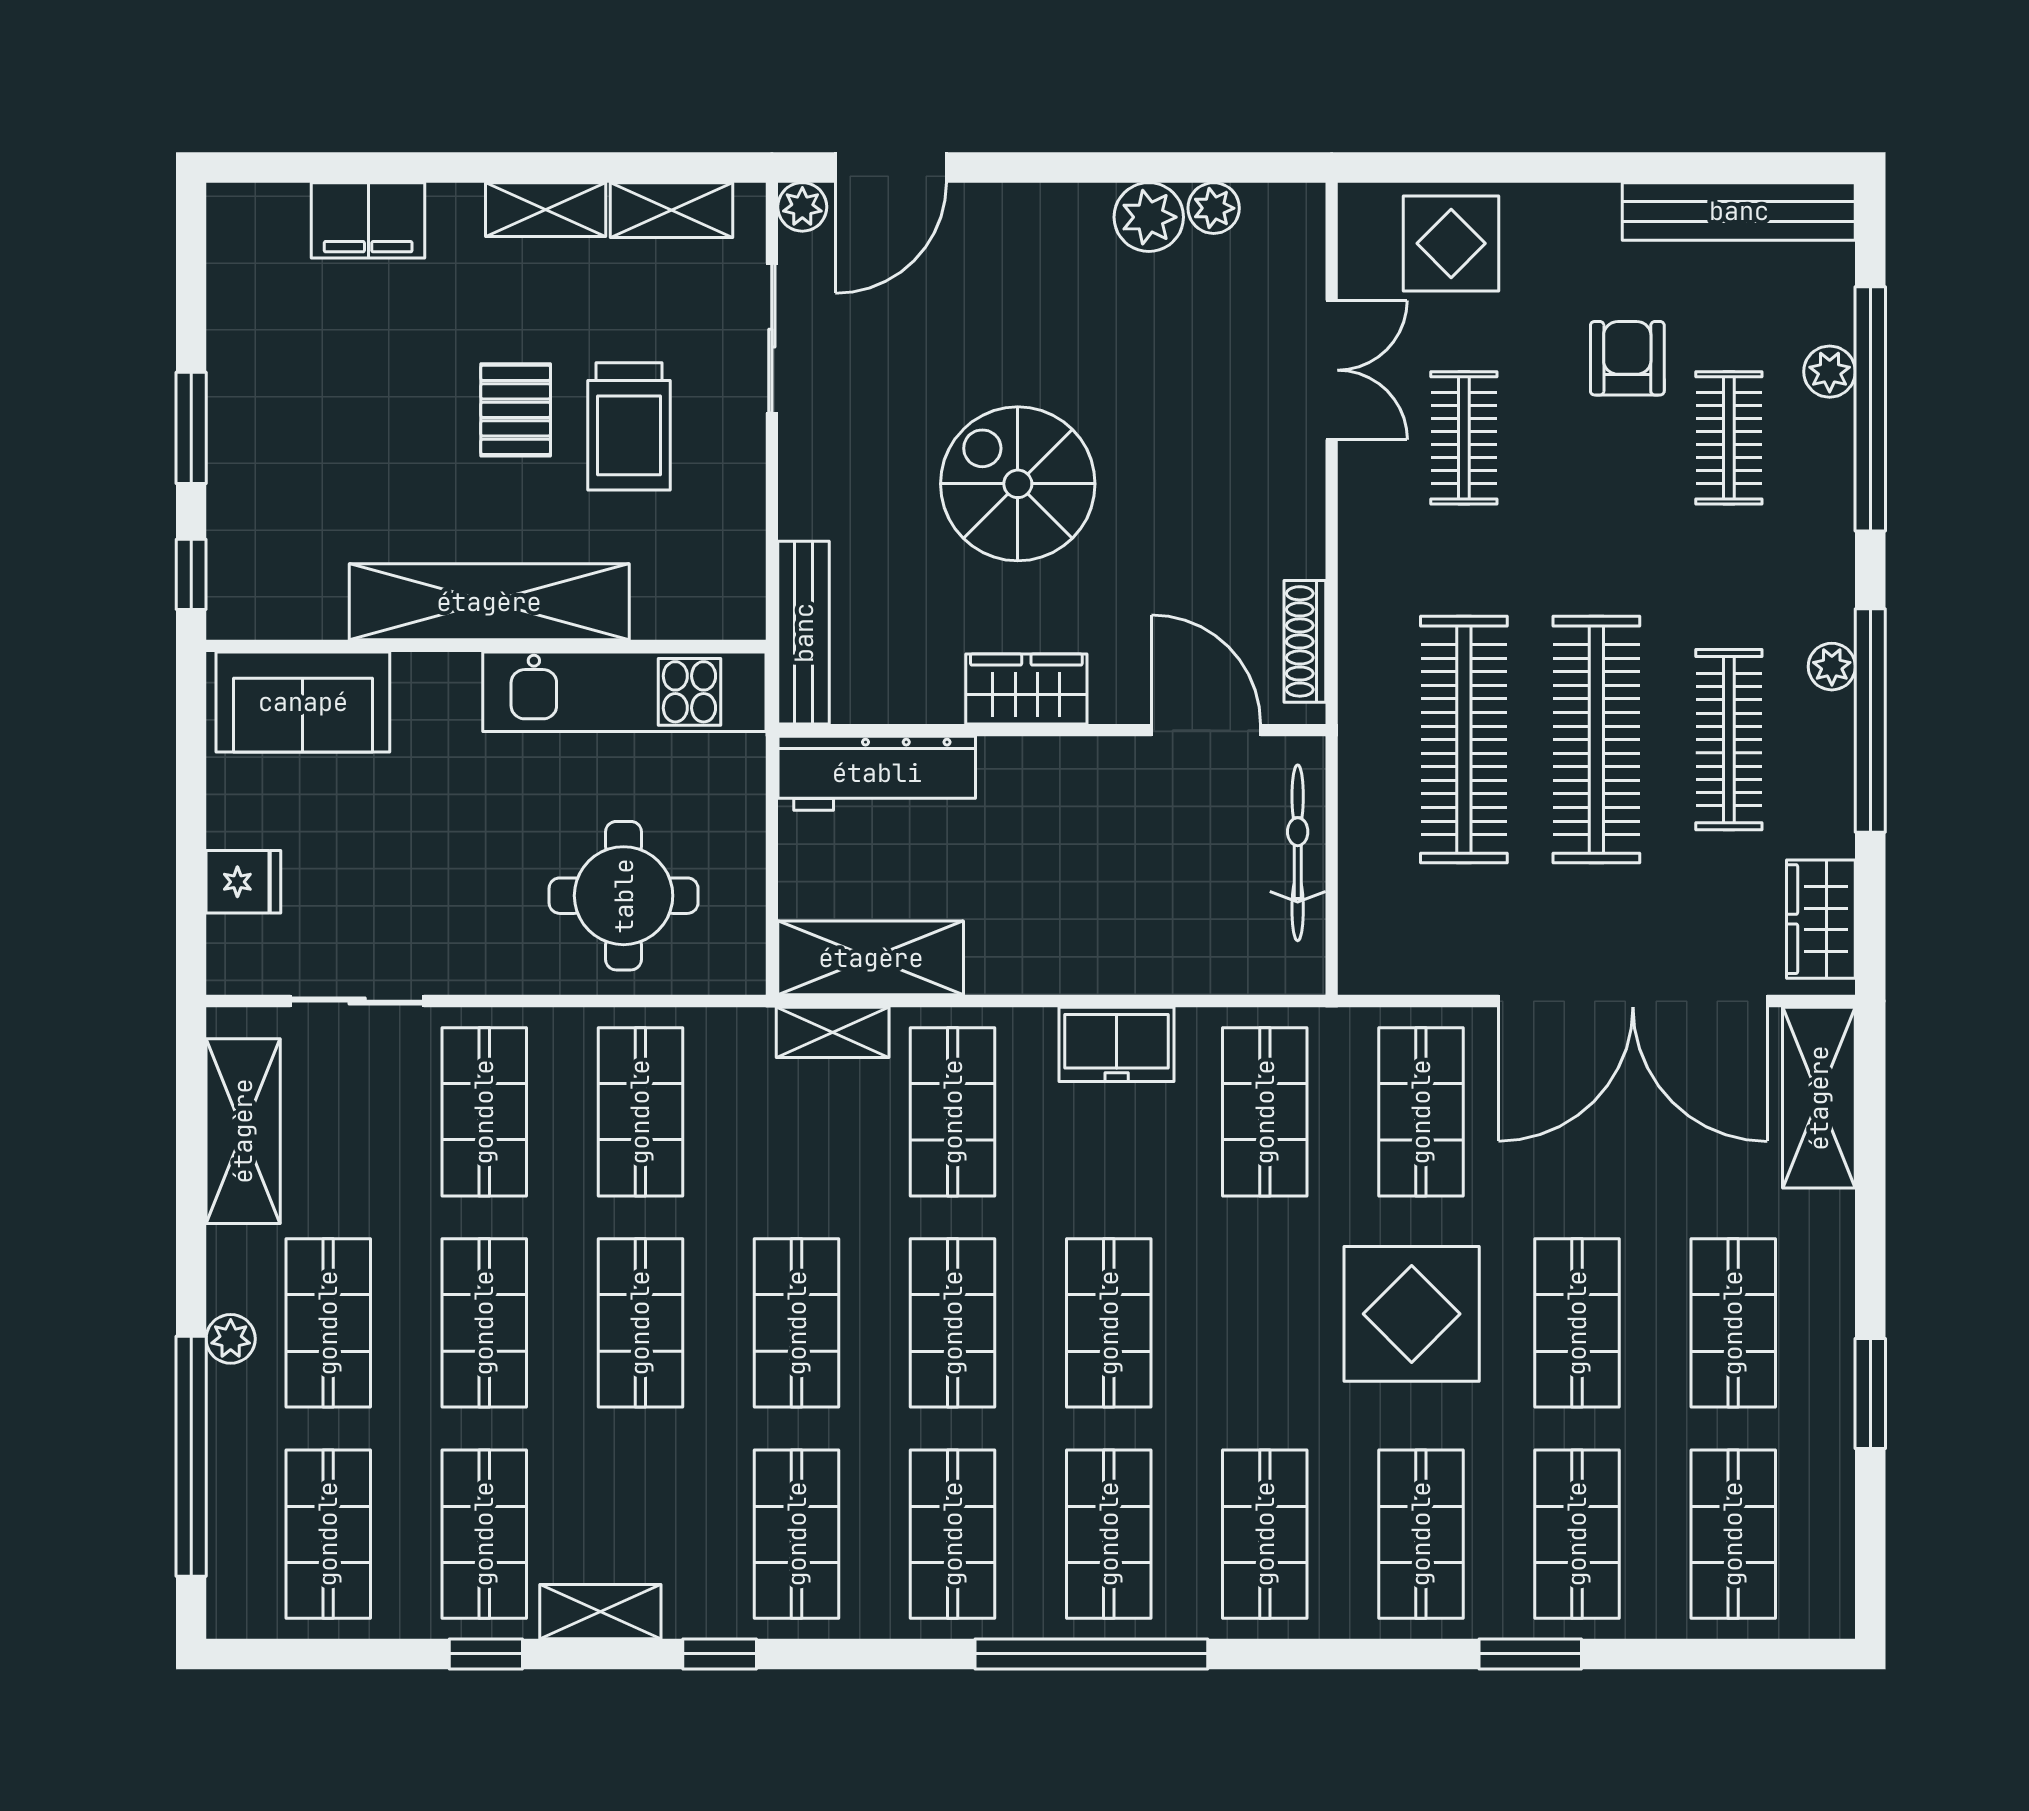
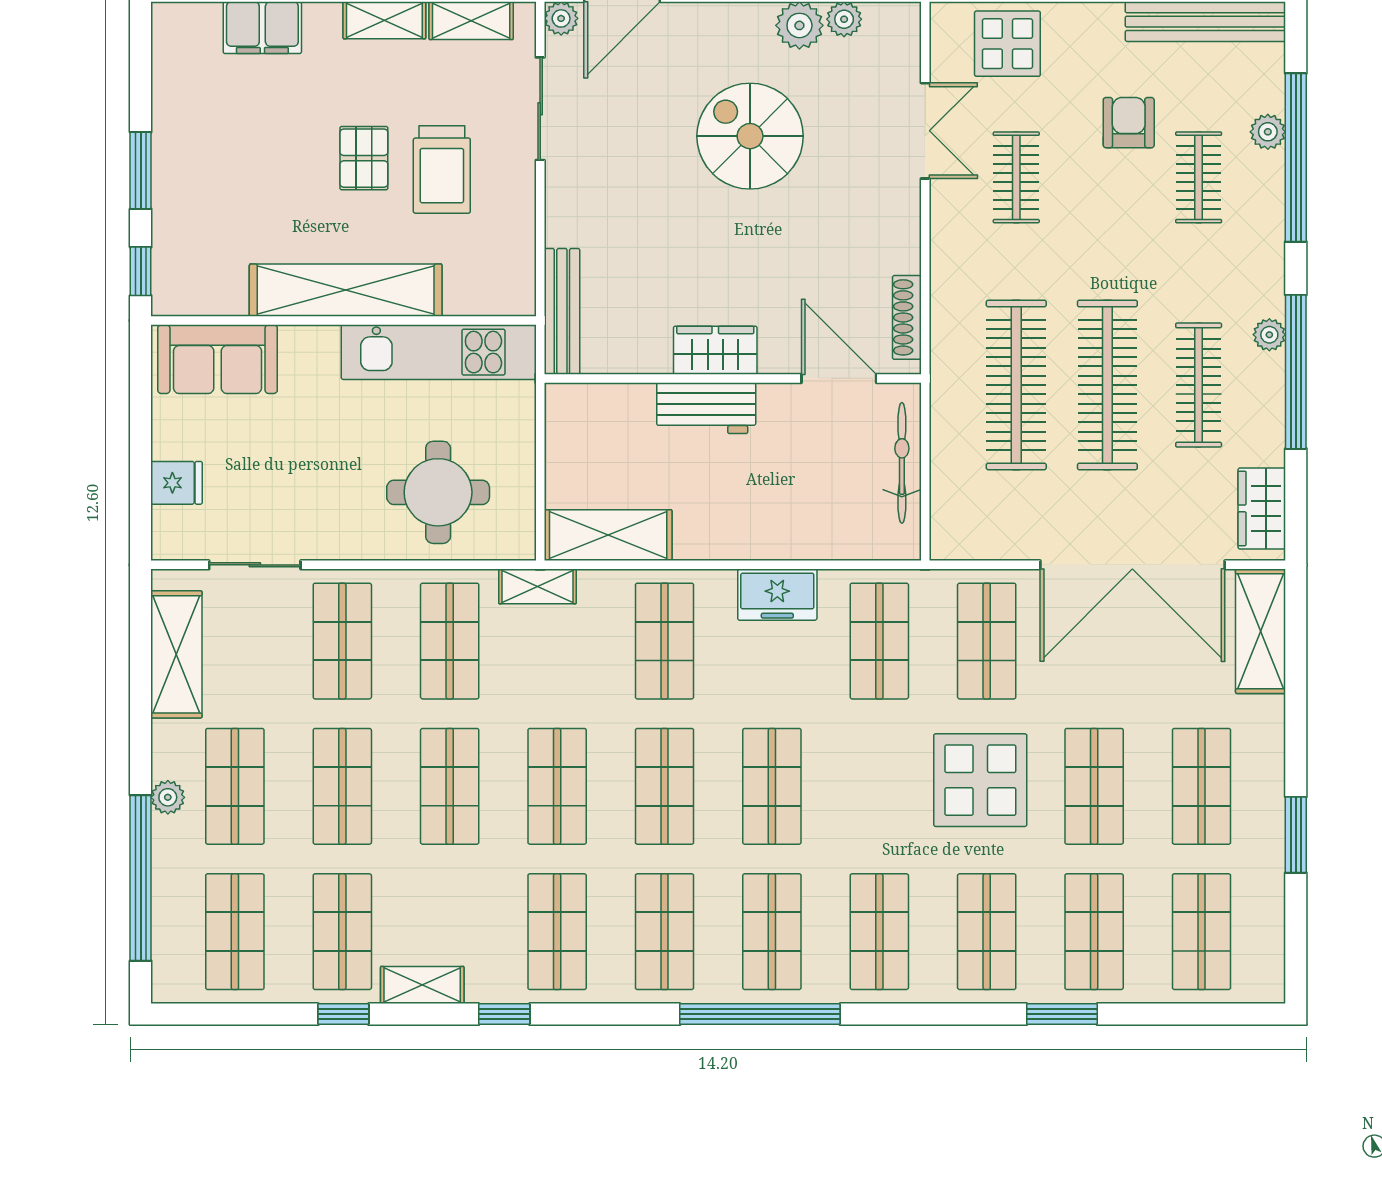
spiral stairs: (1018, 484) -> (750, 136), moved
workbench: (877, 773) -> (706, 408), moved, width x0.73
shelving: (833, 1032) -> (537, 586), moved

